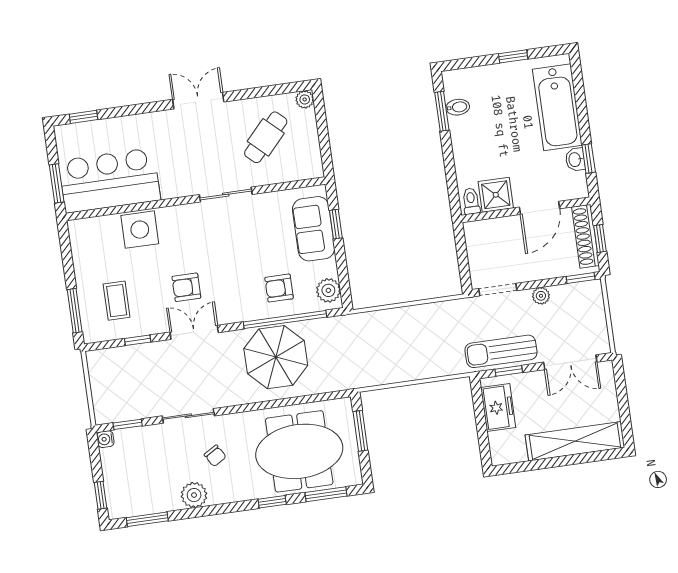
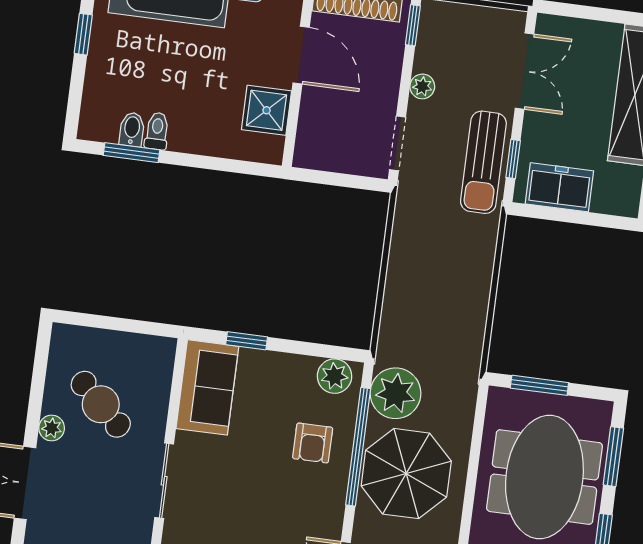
plant: (305, 99) -> (52, 428), moved
toilet: (471, 201) -> (157, 131), moved, turned 90
sofa: (314, 229) -> (207, 387), moved, turned -90
plant: (328, 335) -> (396, 393), added

